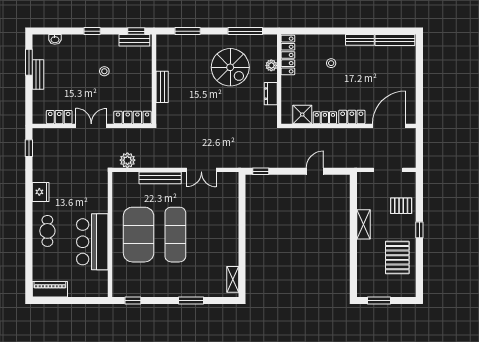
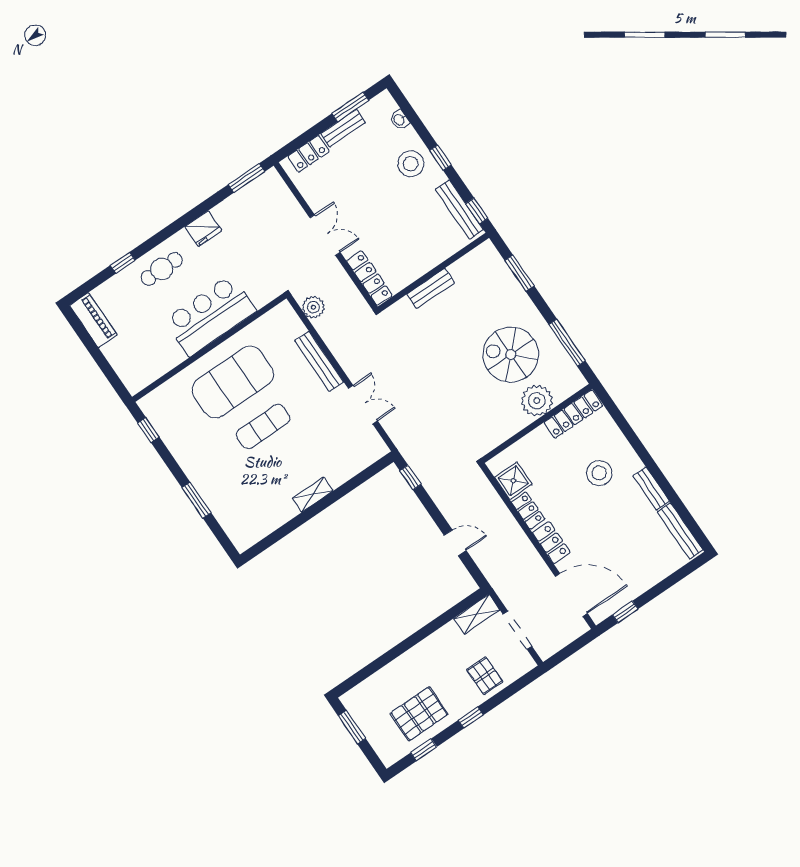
bench: (134, 40) -> (459, 210), width x1.36
stool: (331, 63) -> (599, 473), width x1.89, depth x1.89
plant: (271, 65) -> (537, 401), width x1.87, depth x1.87
spiral stairs: (230, 67) -> (511, 354), turned 90
stool: (104, 71) -> (411, 164), moved, width x1.89, depth x1.89
dresser: (271, 94) -> (512, 425), removed
window: (419, 102) -> (625, 612), added
locker: (59, 117) -> (309, 154), moved, turned 90
window: (29, 148) -> (247, 178), width x1.50
double door: (201, 170) -> (363, 405), swing flipped
shelving: (363, 224) -> (477, 614), moved
exercise mat: (175, 235) -> (263, 427), width x0.73, depth x0.69
bar counter: (92, 242) -> (210, 315), moved
window: (29, 251) -> (123, 263), added
window: (419, 269) -> (424, 750), added
shelving: (233, 279) -> (313, 495), moved

